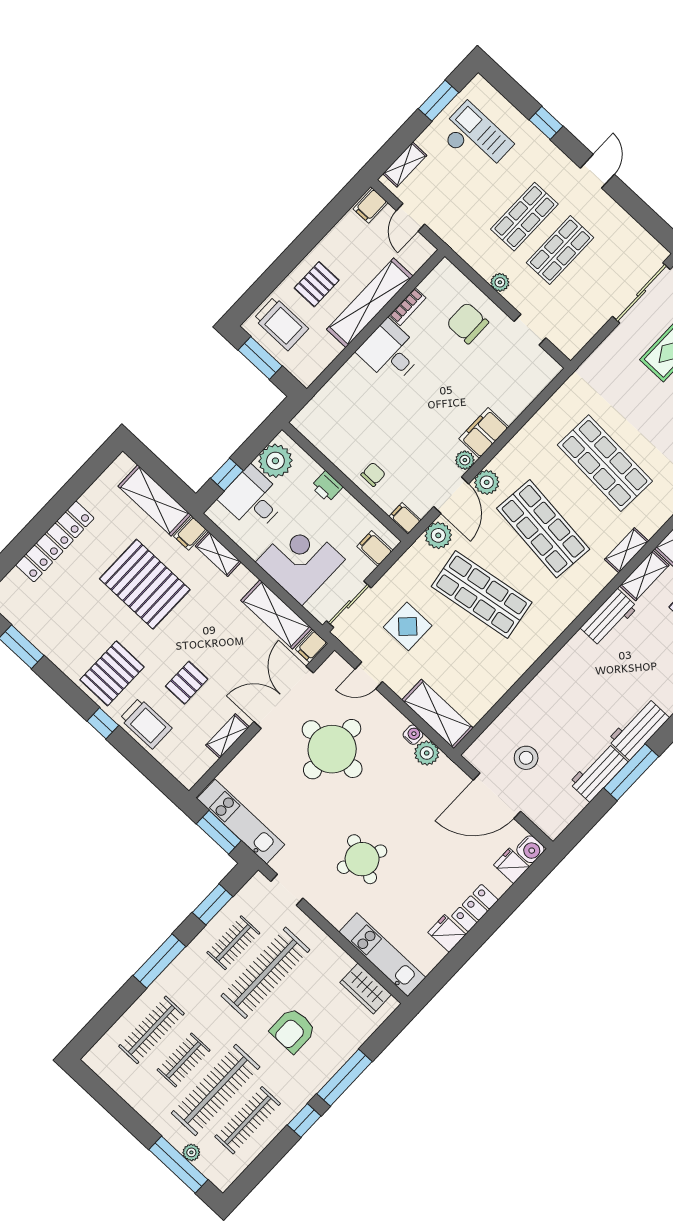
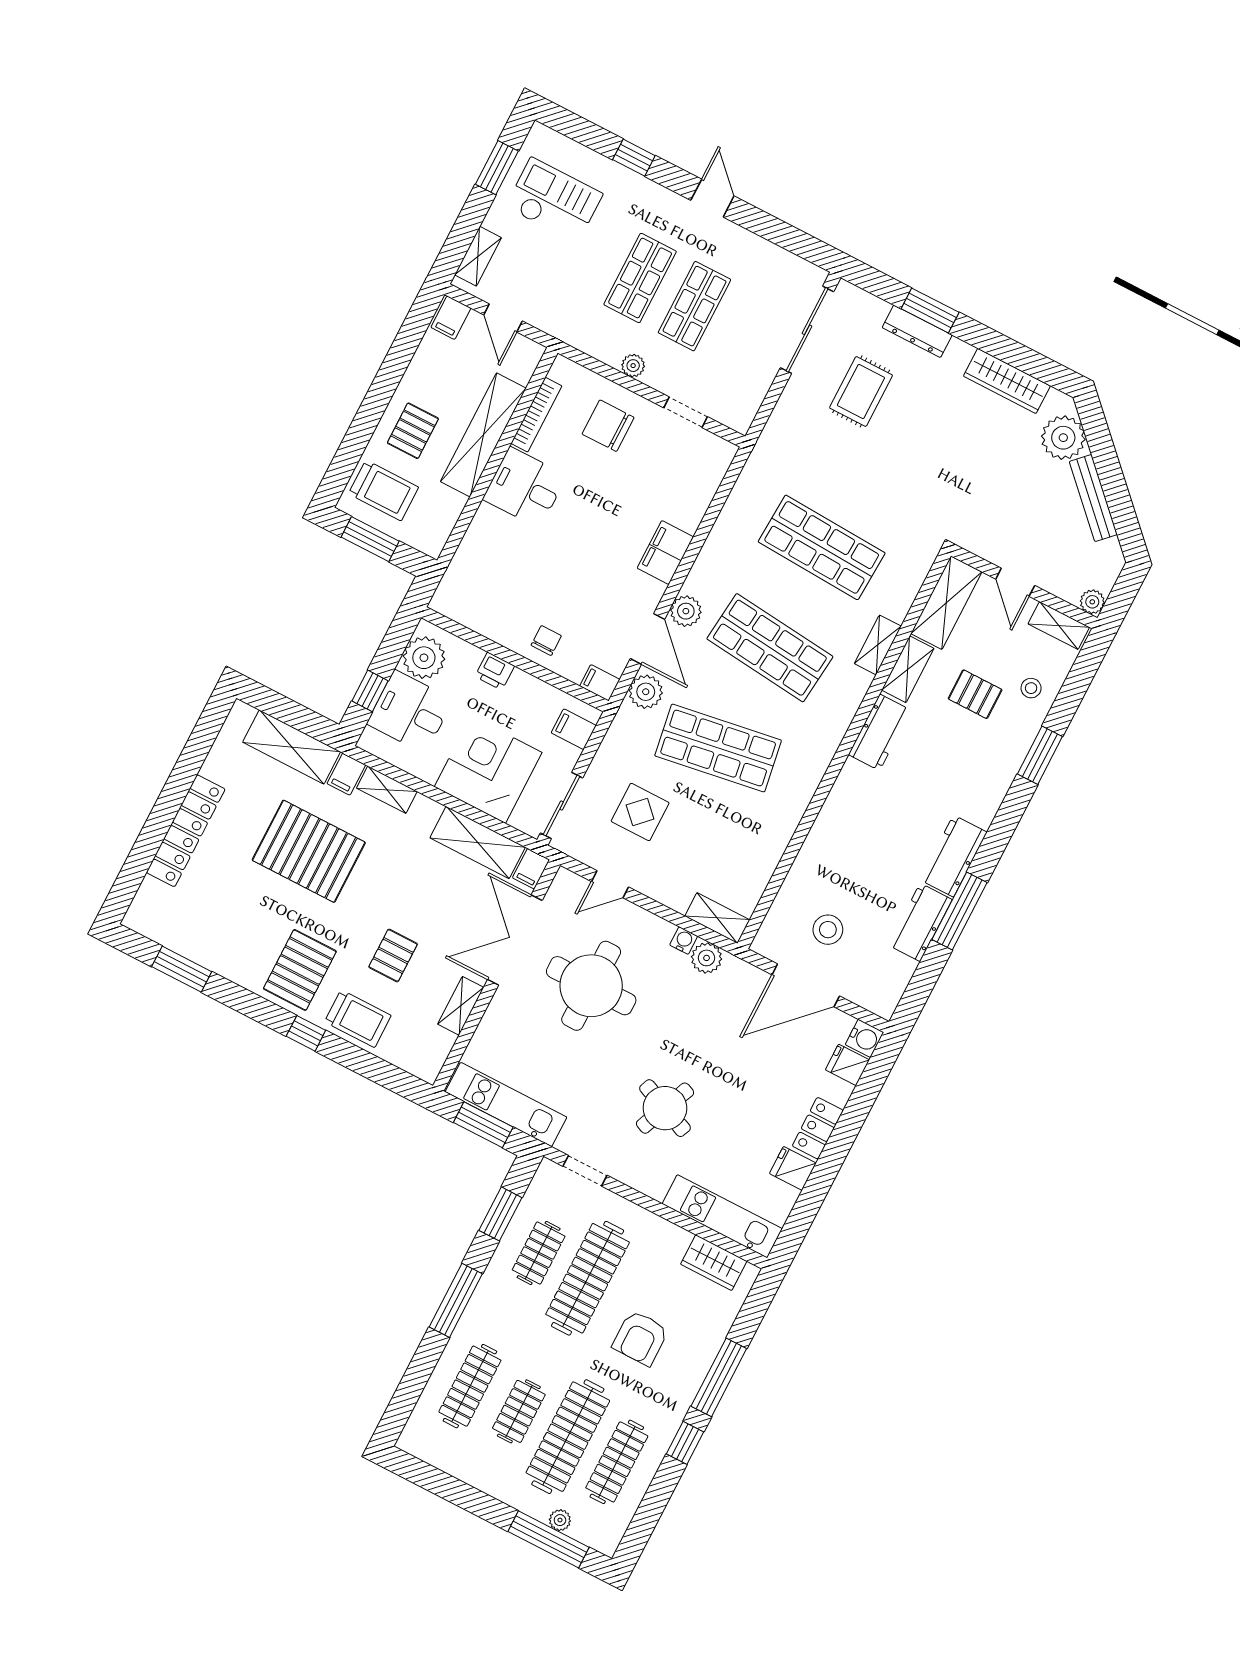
bookcase: (408, 307) -> (536, 415), width x1.56
plant: (465, 460) -> (652, 592), removed
shelving: (437, 714) -> (717, 918), width x0.67, depth x0.75

